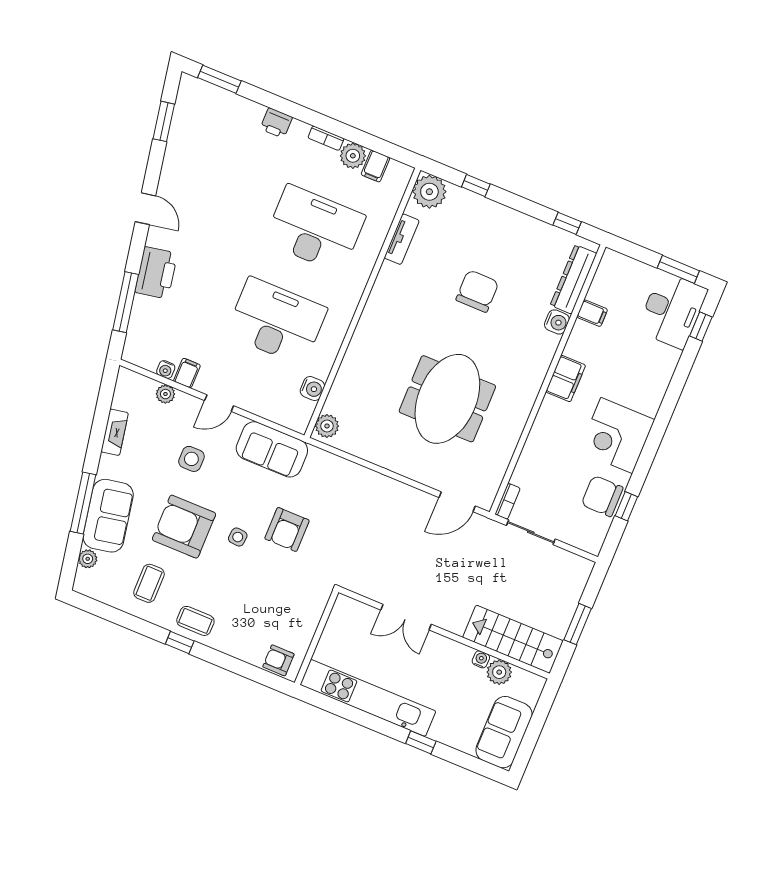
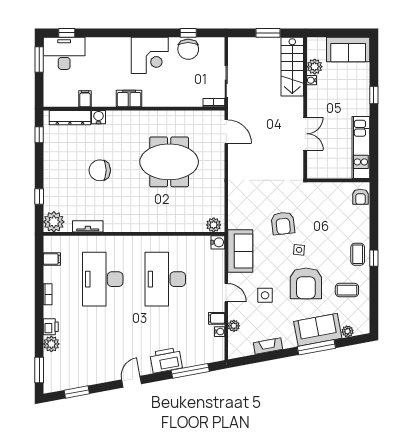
plant: (353, 156) -> (51, 344), moved
water cooler: (312, 389) -> (218, 242), moved, turned 90
armchair: (287, 529) -> (283, 223), turned 84
kitchen unit: (368, 698) -> (361, 148), width x0.73

